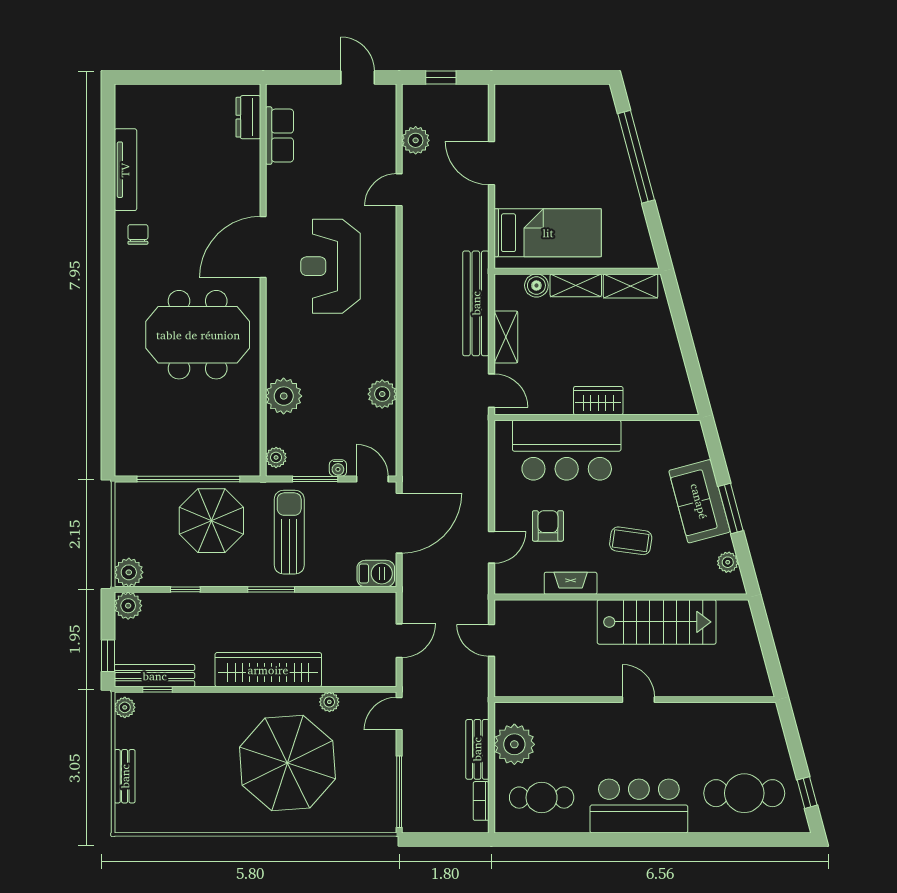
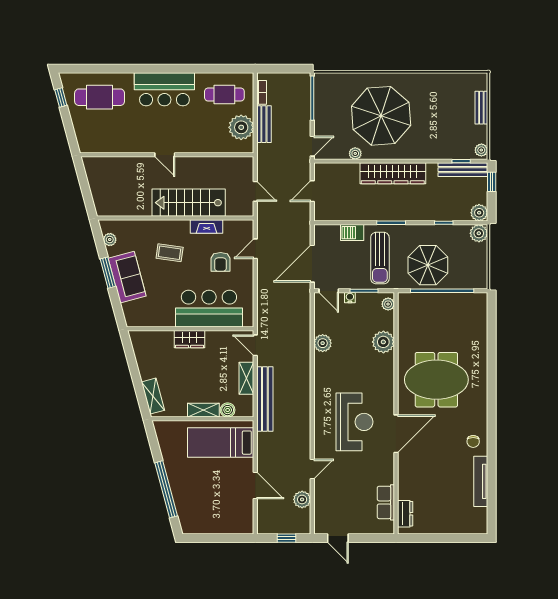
shelving: (631, 286) -> (153, 396), moved, turned 75
barbecue: (376, 574) -> (352, 233), moved
stairs: (657, 622) -> (189, 203), moved

